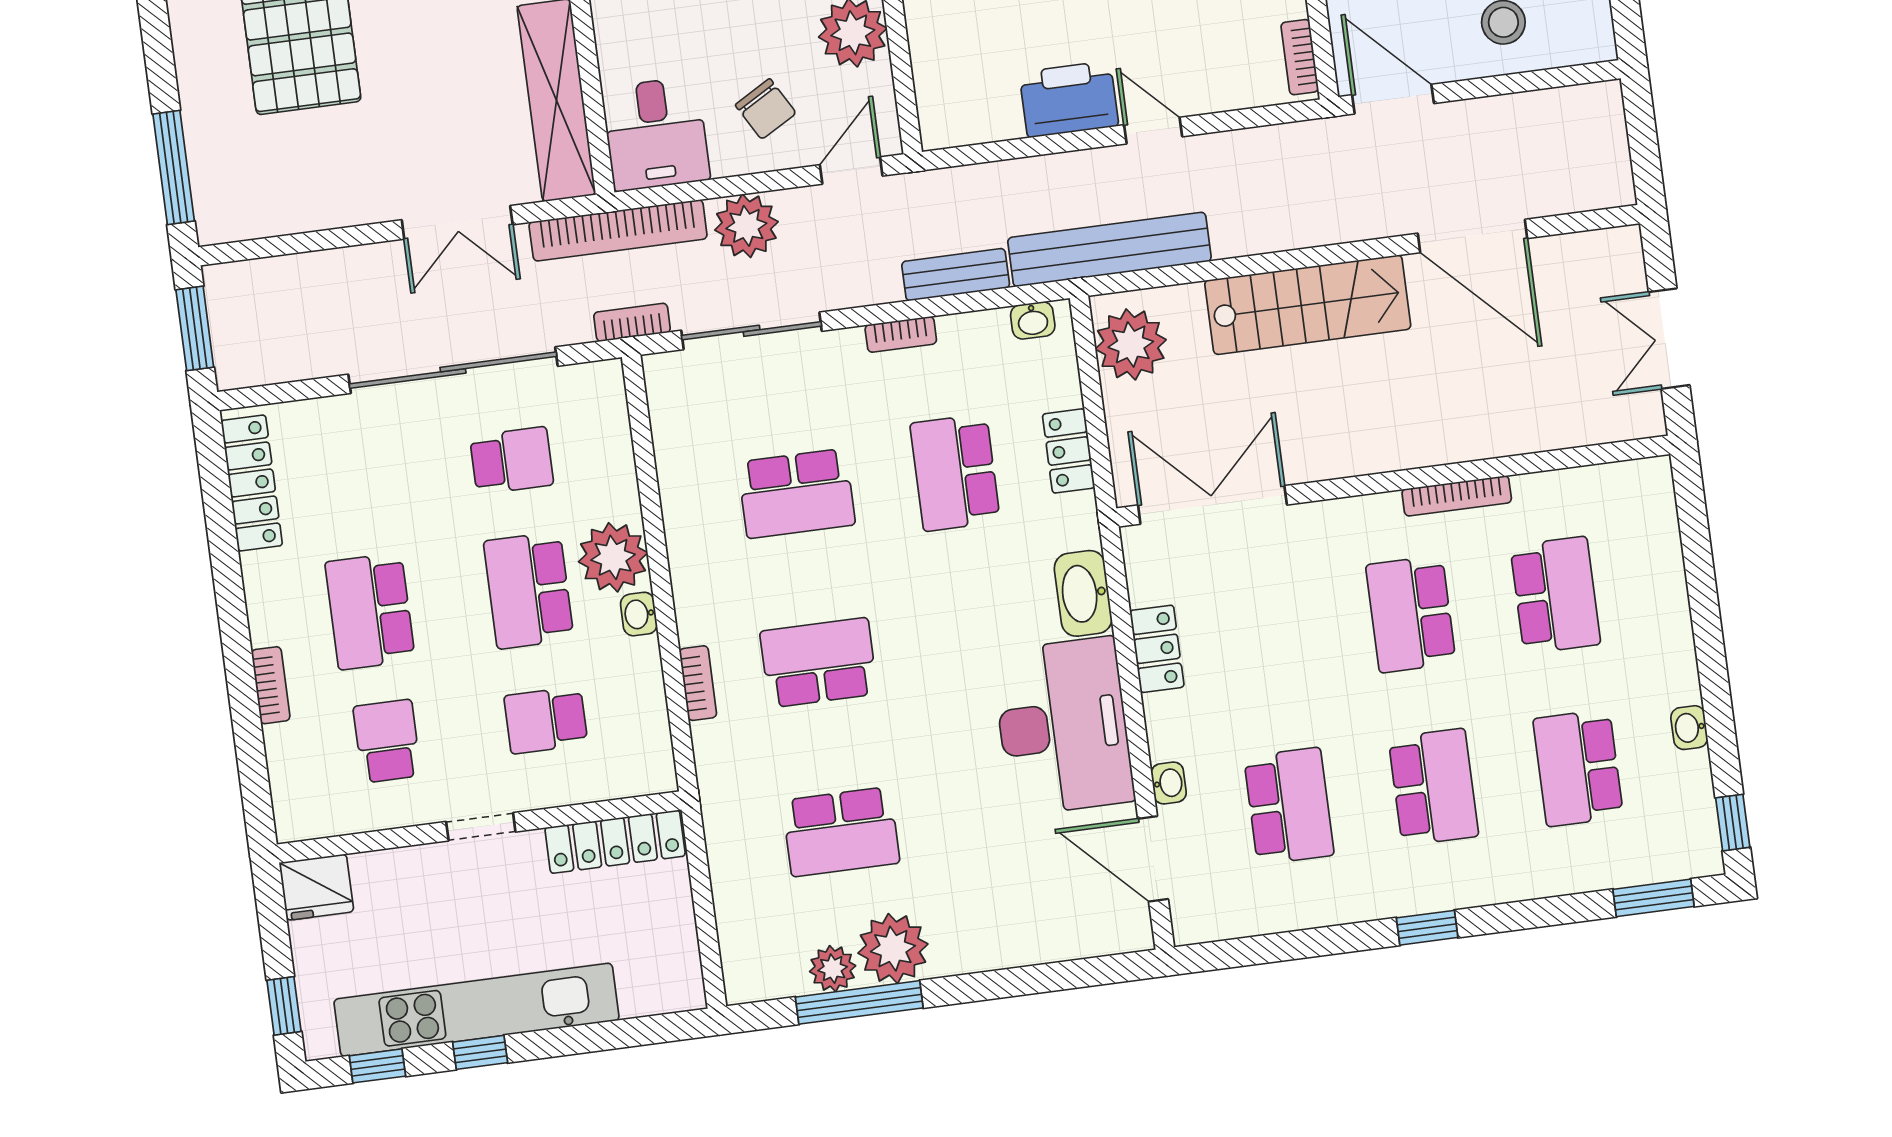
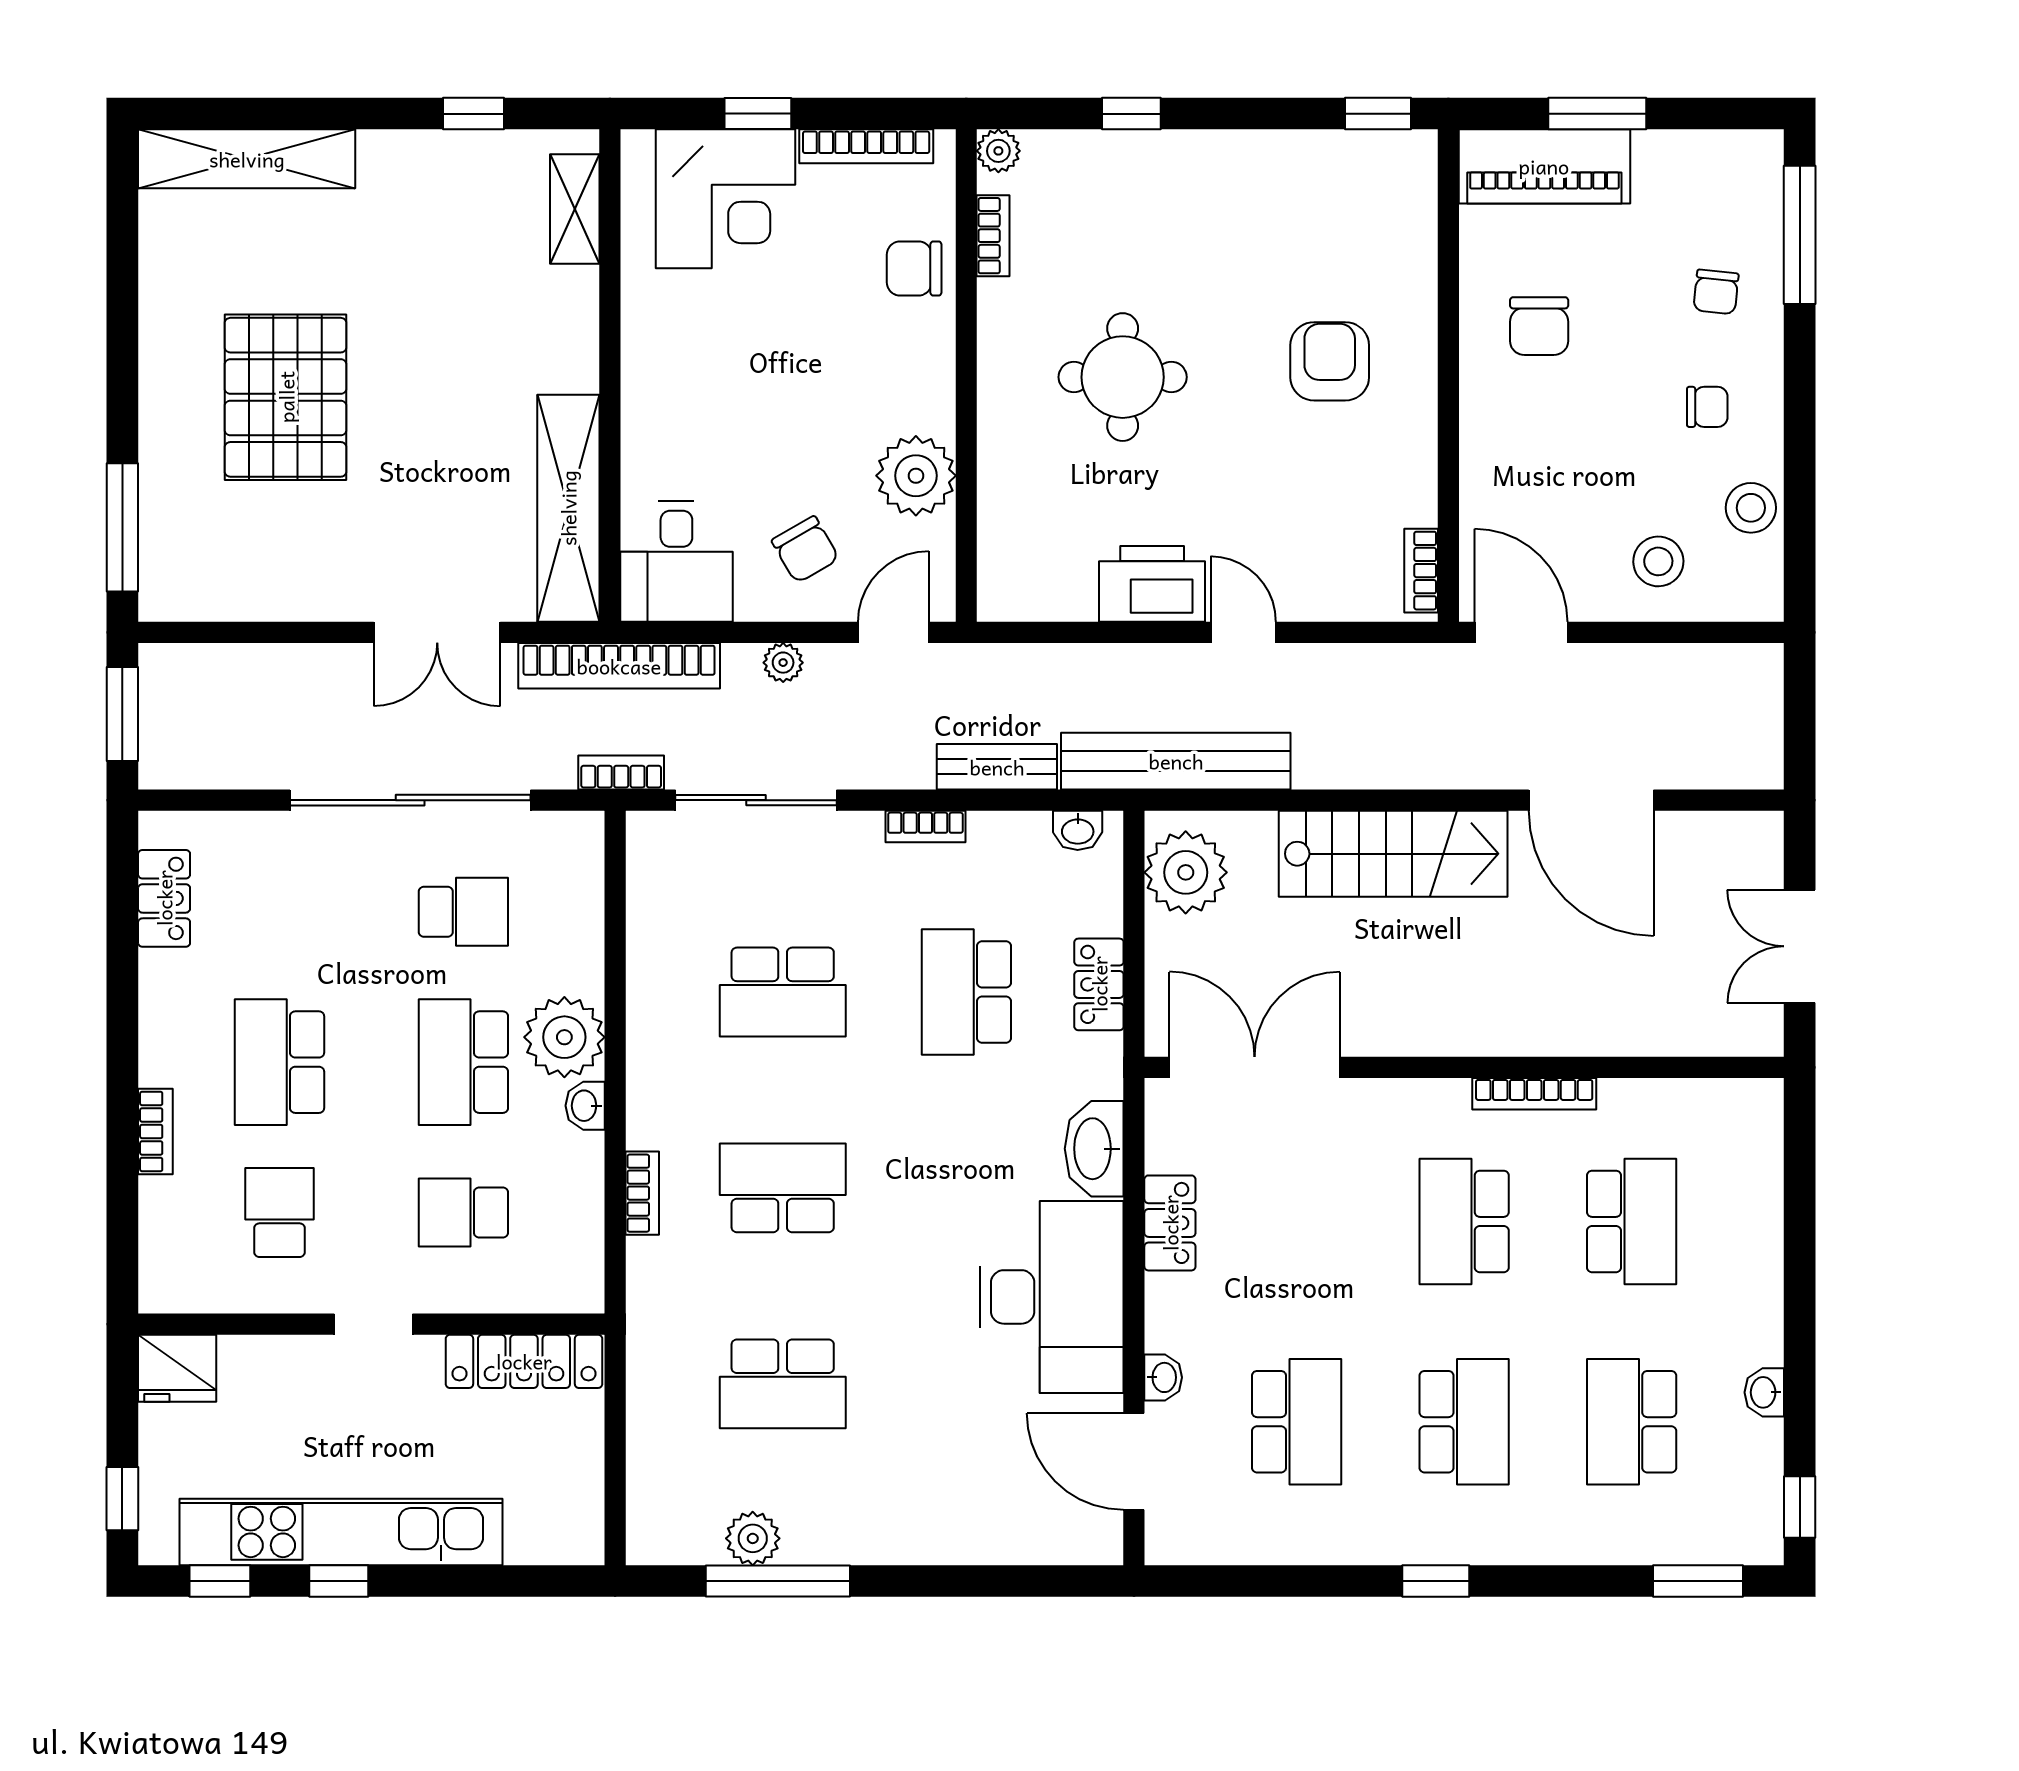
plant: (746, 226) -> (783, 663), width x0.53, depth x0.53
locker: (252, 483) -> (164, 898), width x0.66
plant: (893, 949) -> (824, 1525), removed

